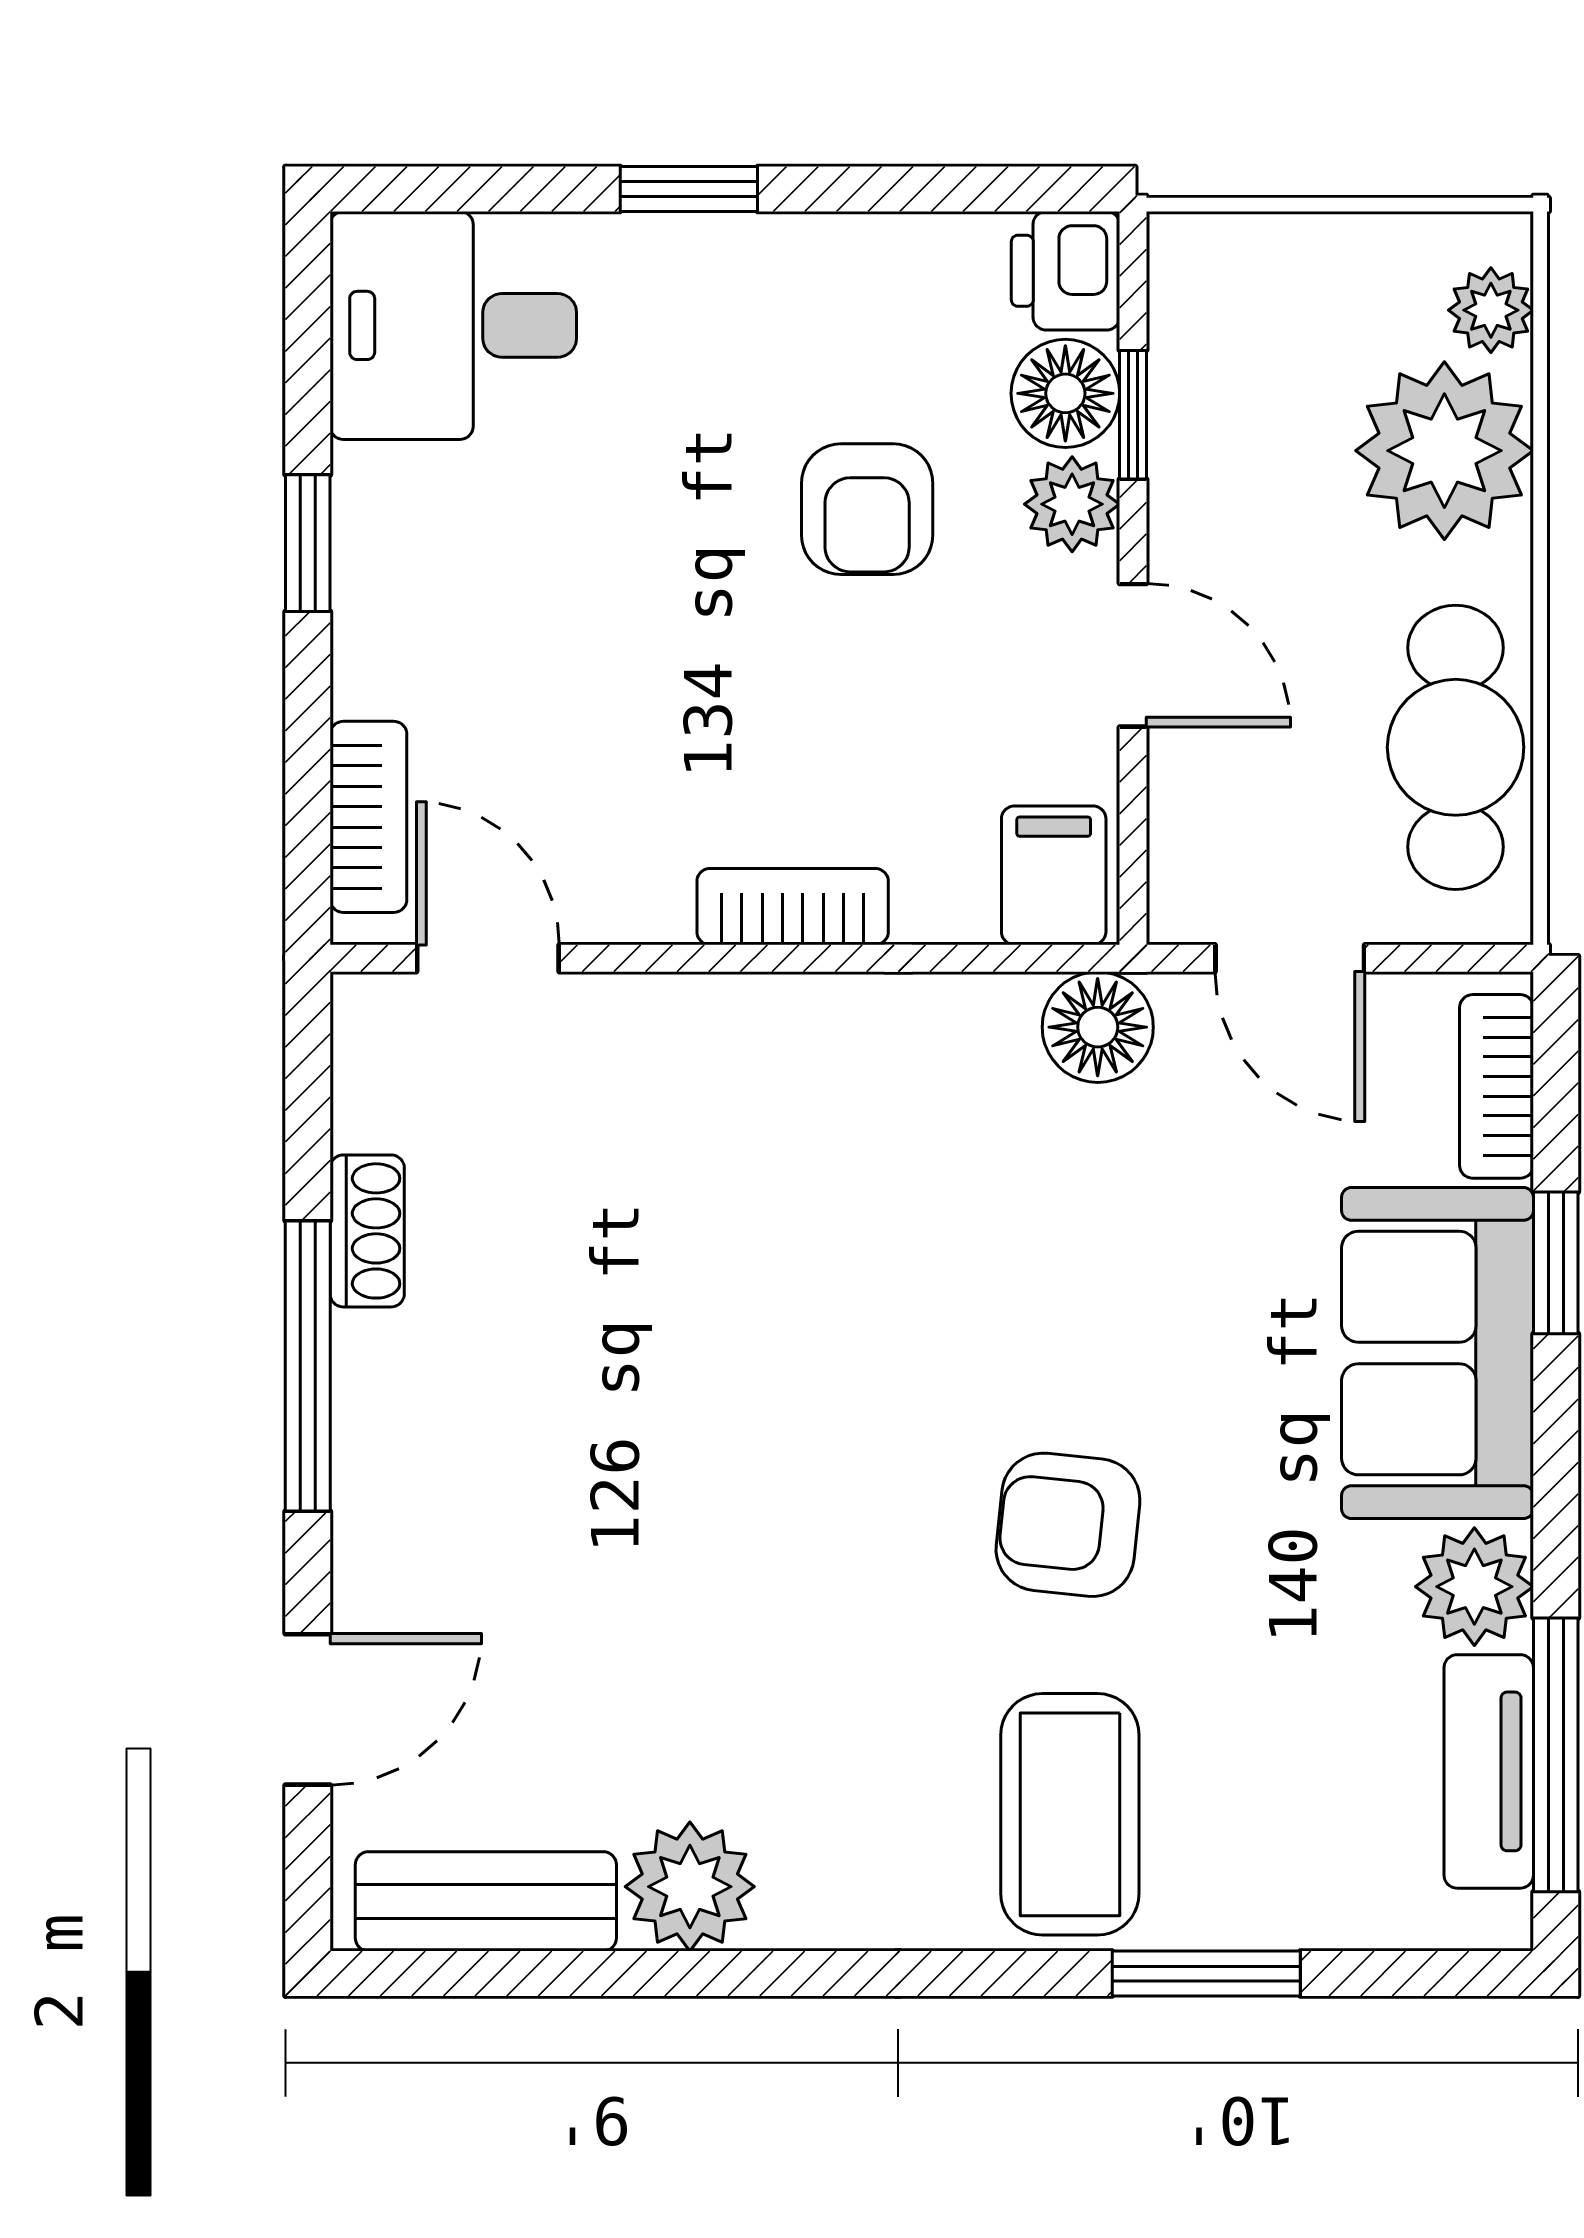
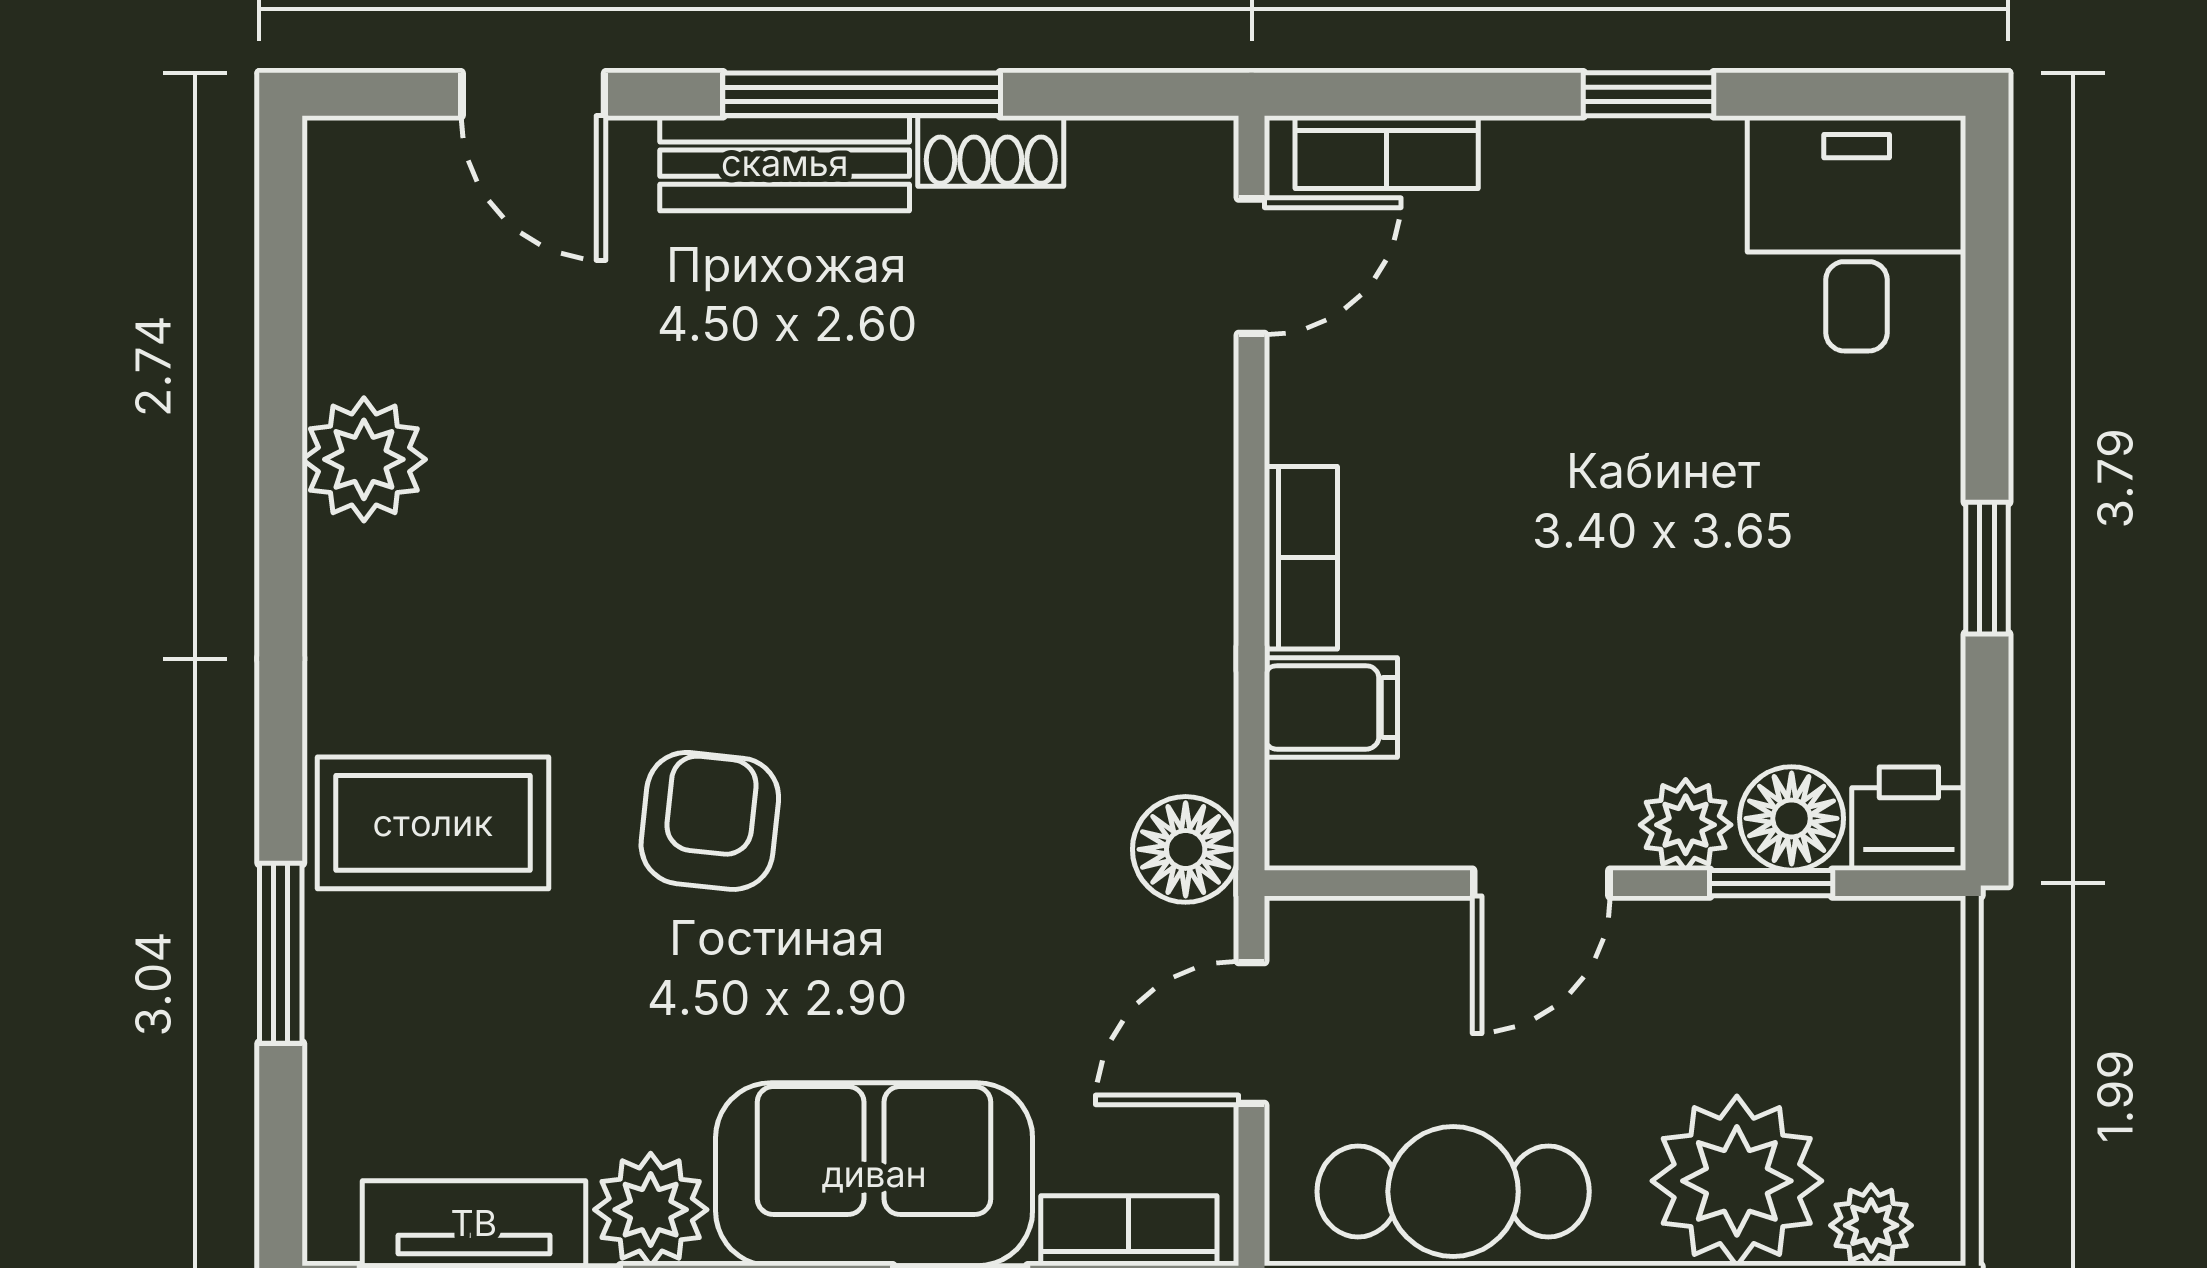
window: (689, 189) -> (1987, 568), moved
armchair: (867, 509) -> (1681, 629), removed
filing cabinet: (1054, 875) -> (1331, 707), moved
bench: (486, 1901) -> (785, 163), moved, turned 90

